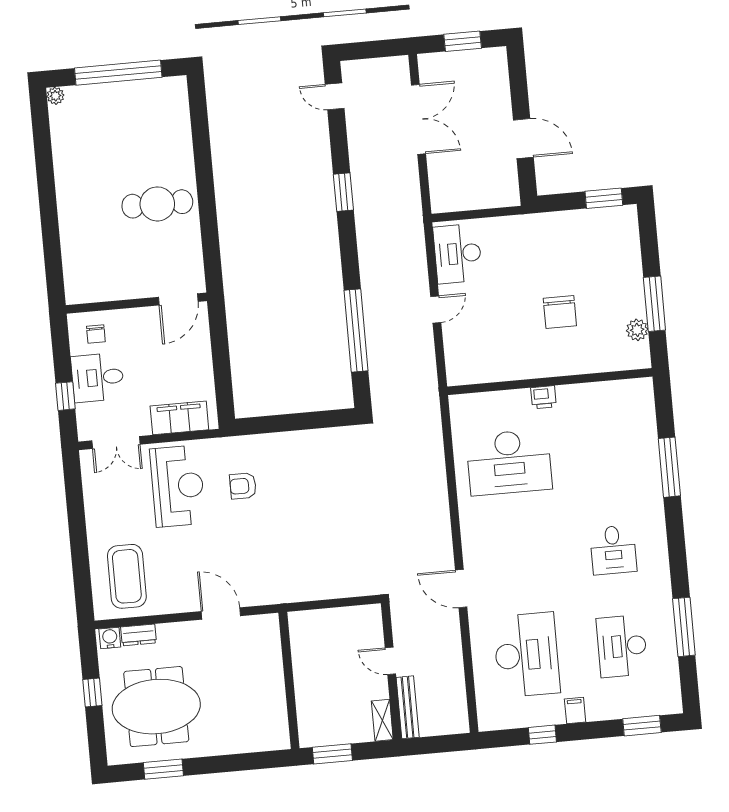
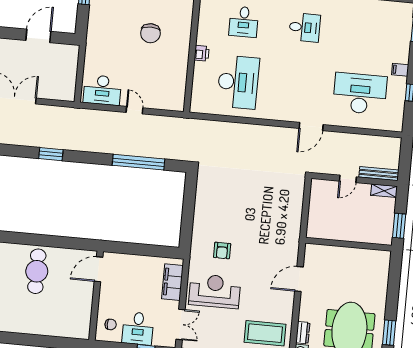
door: (178, 299) -> (99, 269), swing flipped
chair: (560, 312) -> (150, 33), turned 90
desk: (622, 646) -> (244, 22), moved, width x0.73

